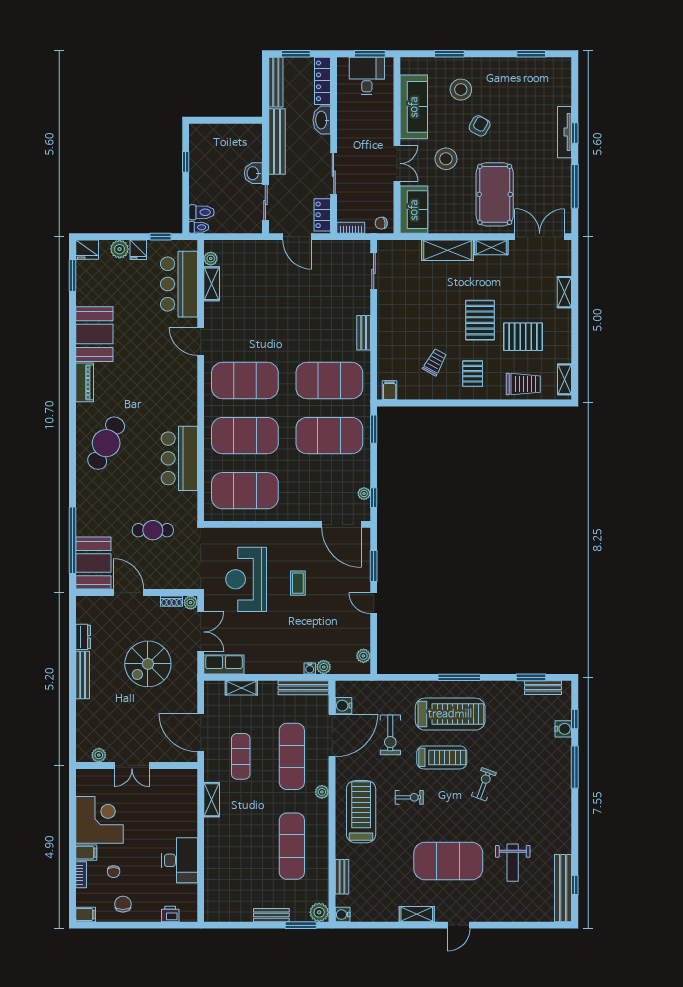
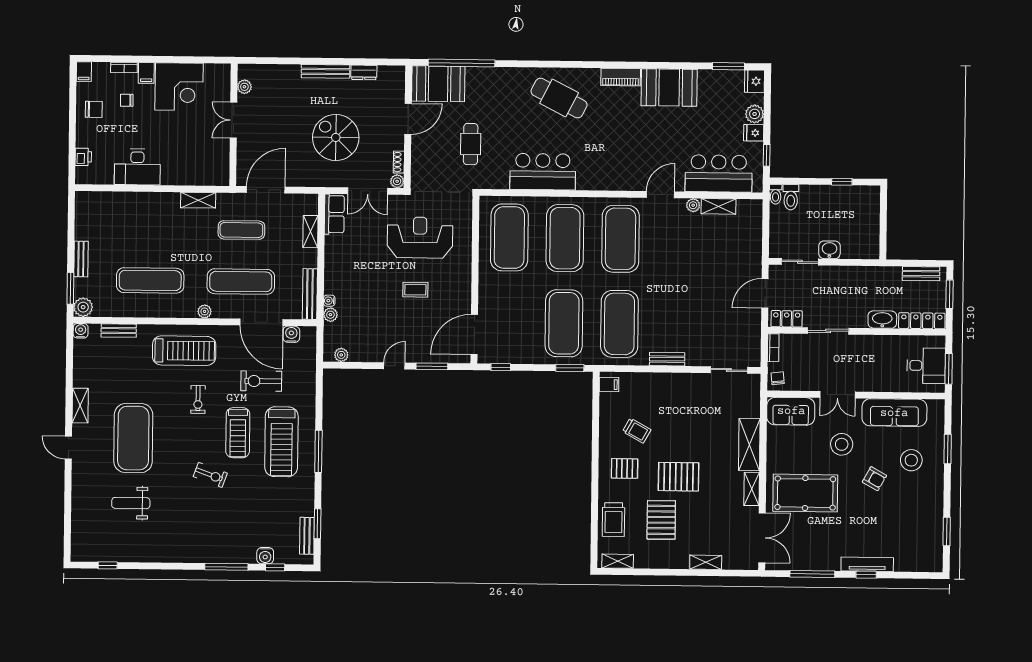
bench: (276, 82) -> (921, 274), width x0.73
bench: (277, 141) -> (861, 274), removed
plant: (211, 259) -> (693, 205), moved
plant: (364, 494) -> (505, 358), removed
bench: (563, 888) -> (105, 554), removed

